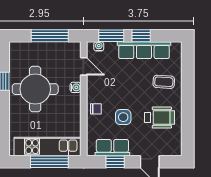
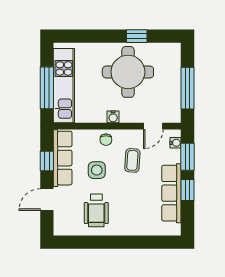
coffee table: (164, 82) -> (132, 160), moved
water cooler: (75, 87) -> (113, 117), moved
row of seats: (112, 148) -> (63, 158), width x1.48

